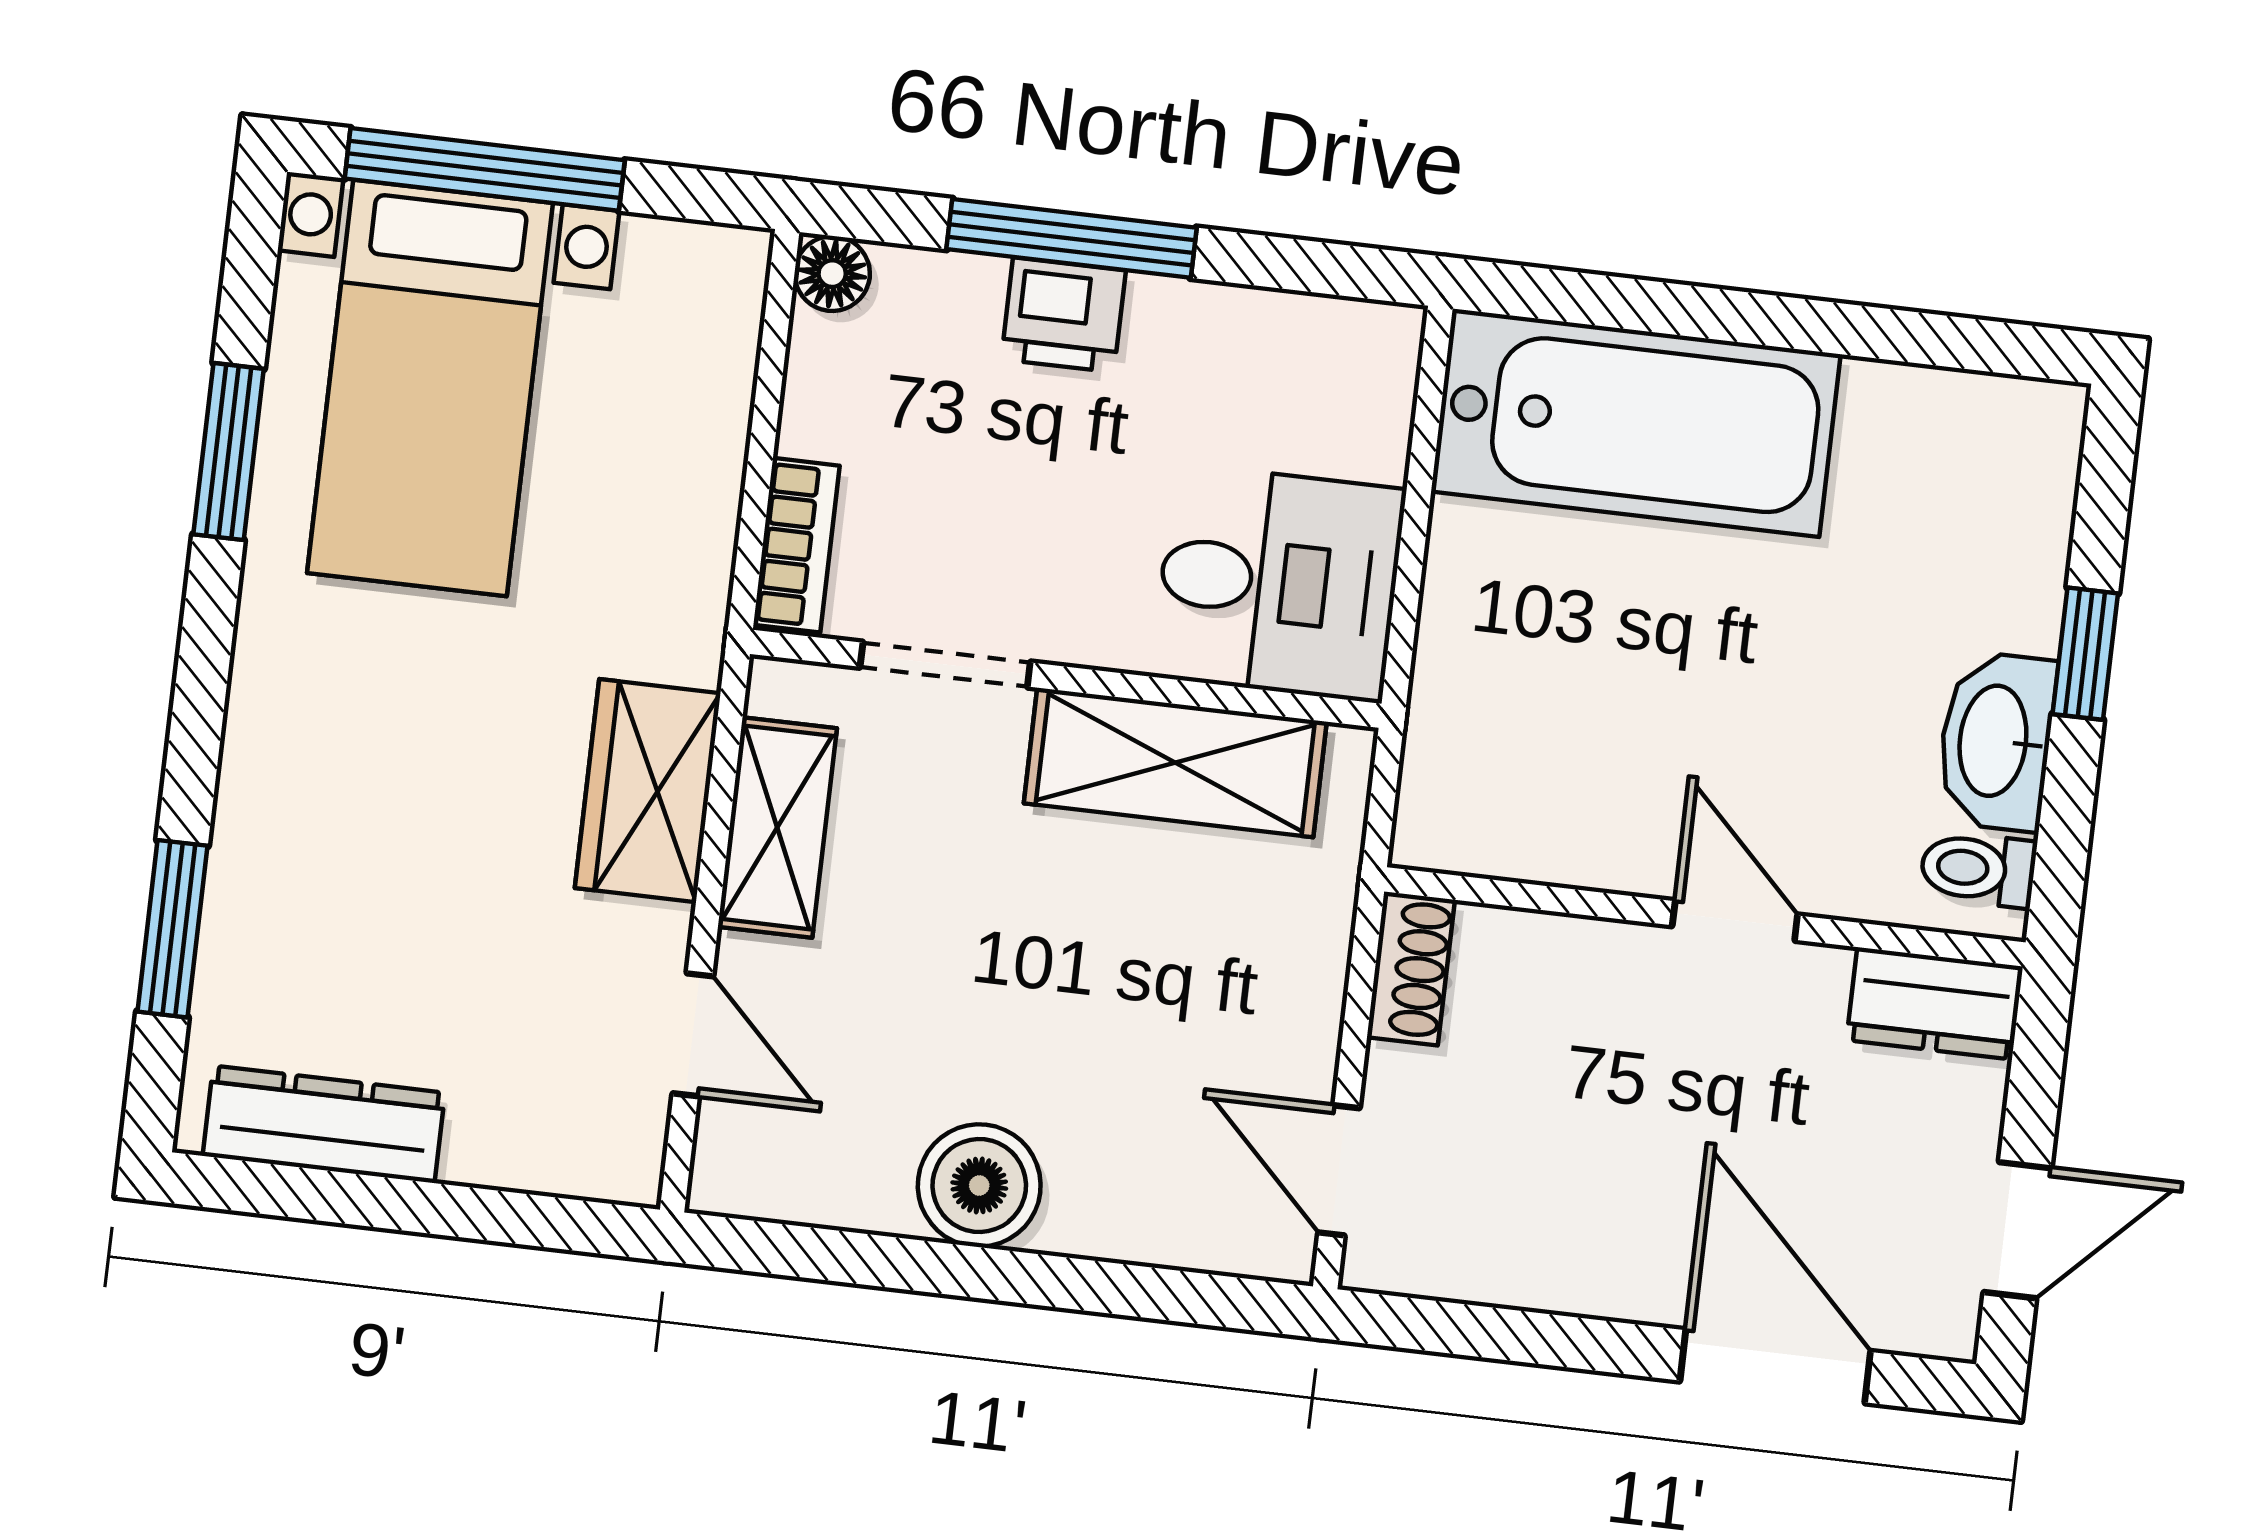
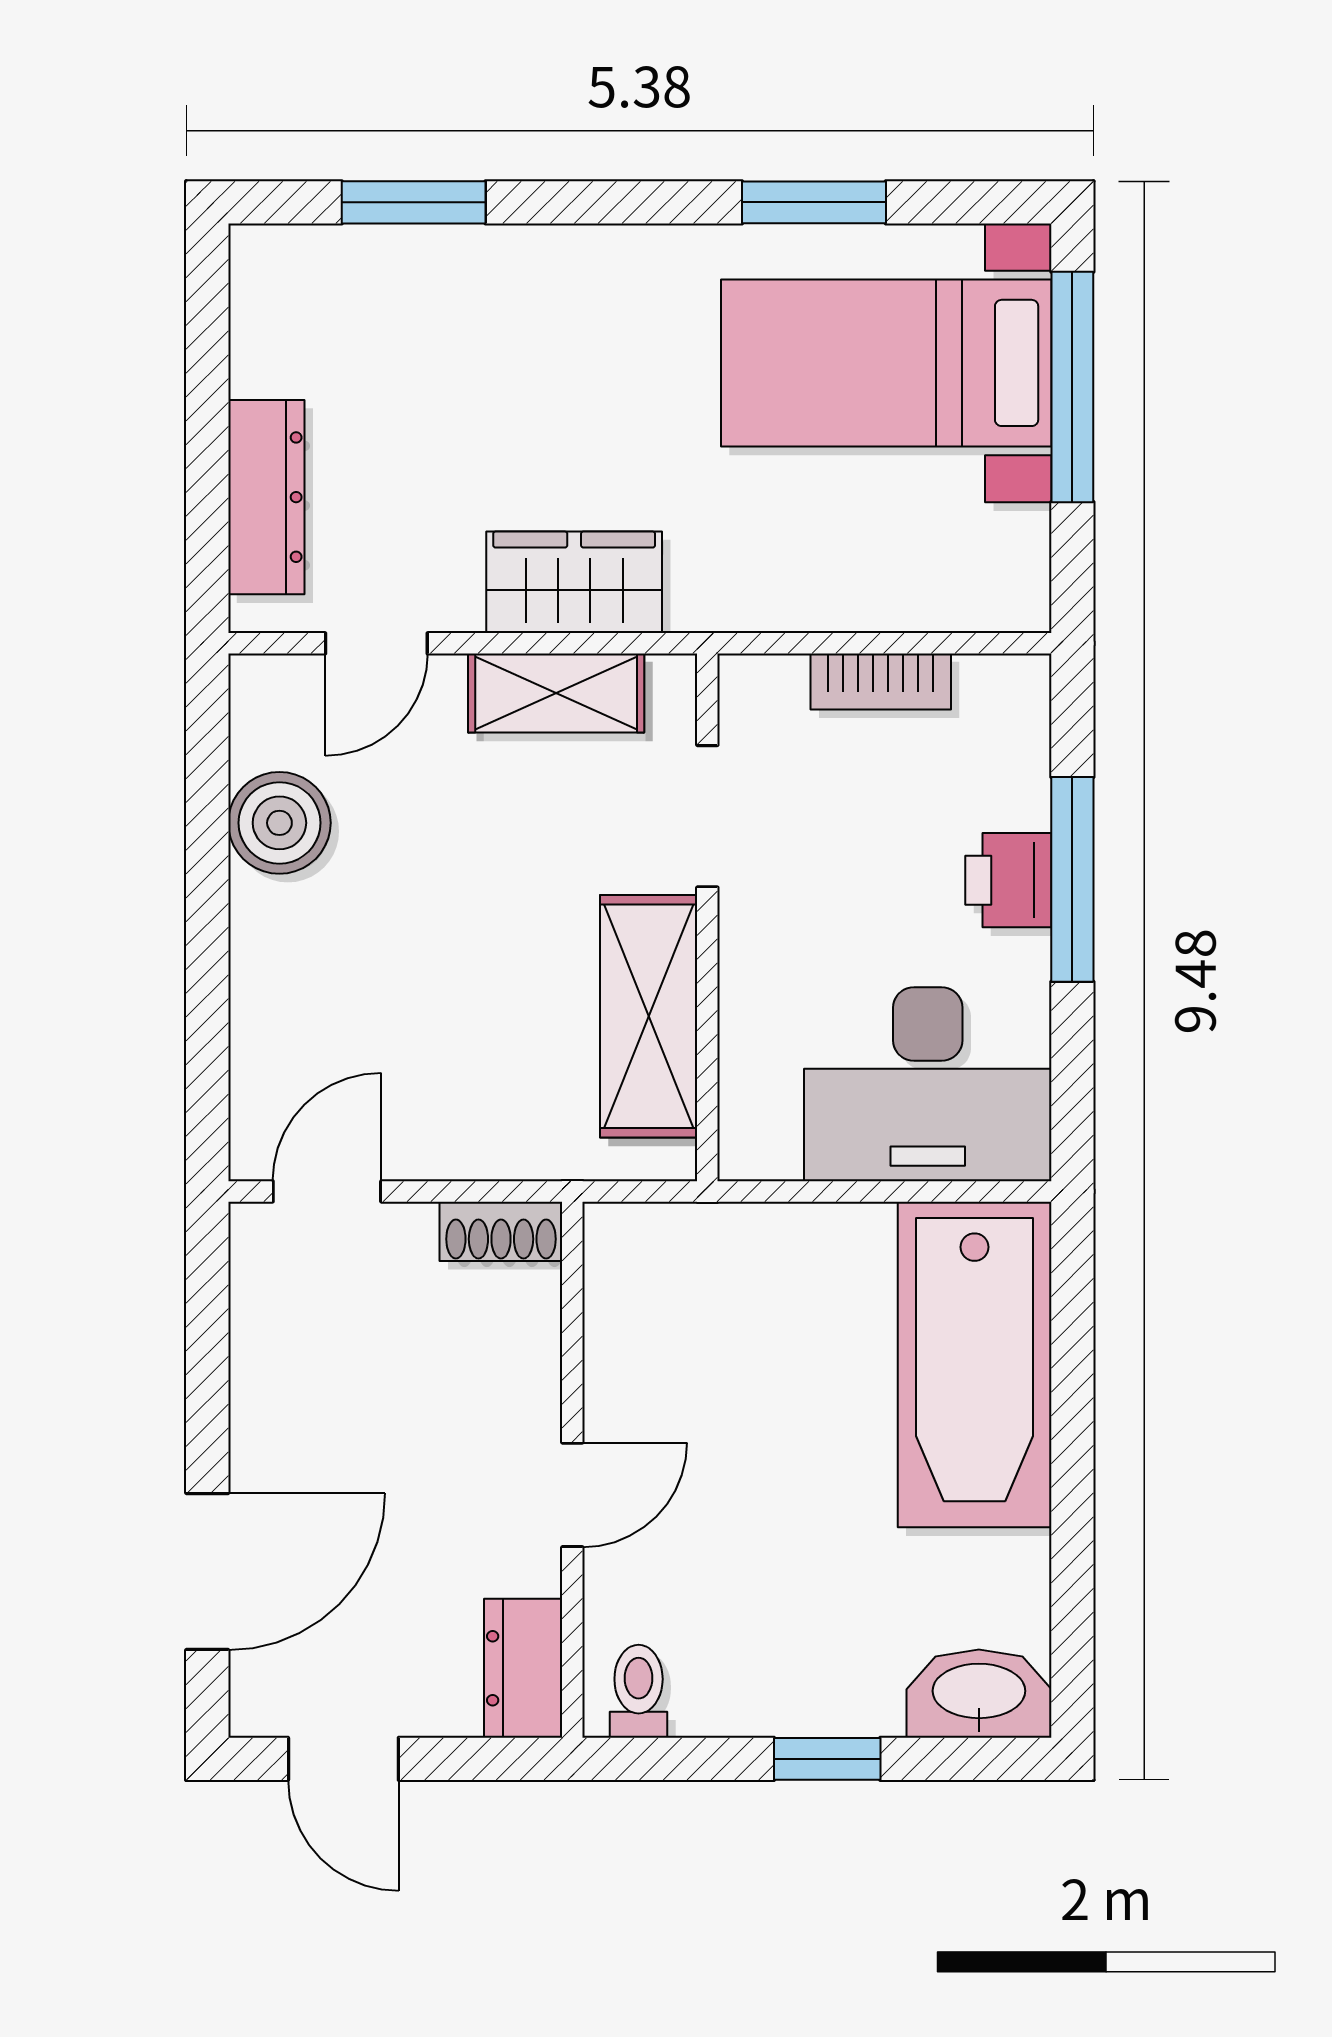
floor lamp: (832, 274) -> (1020, 685), removed
bookcase: (796, 545) -> (881, 682), moved
desk: (1279, 583) -> (928, 1084), moved, width x1.37
washbasin: (1996, 741) -> (979, 1694), moved
dresser: (324, 1124) -> (266, 497), moved
boiler: (979, 1185) -> (279, 823), moved

